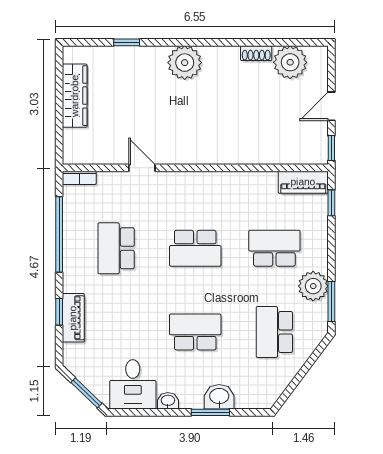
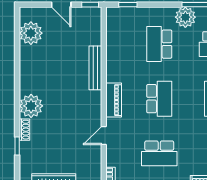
shoe rack: (256, 53) -> (24, 130), moved
bench: (240, 156) -> (95, 68), added
piano: (303, 182) -> (114, 100), moved

